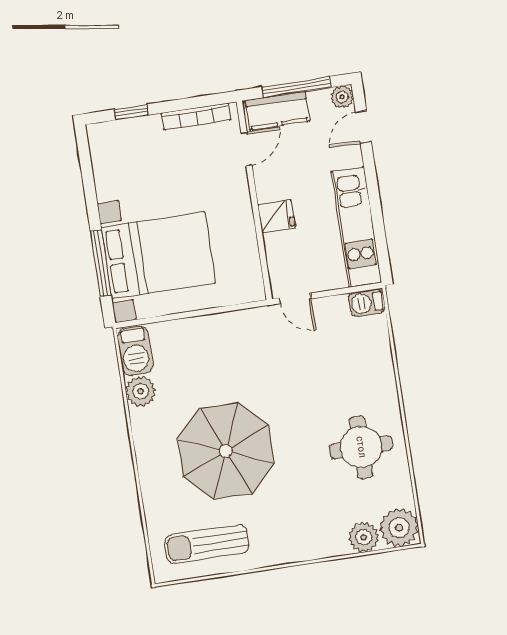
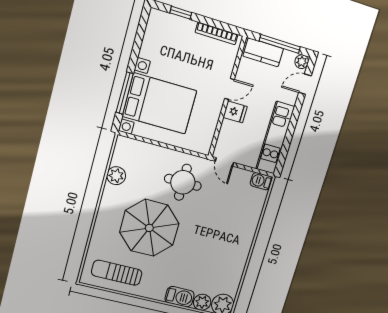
door: (246, 149) -> (230, 89), moved
barbecue: (135, 351) -> (180, 297), moved, turned -90
round table: (361, 447) -> (183, 182), moved

